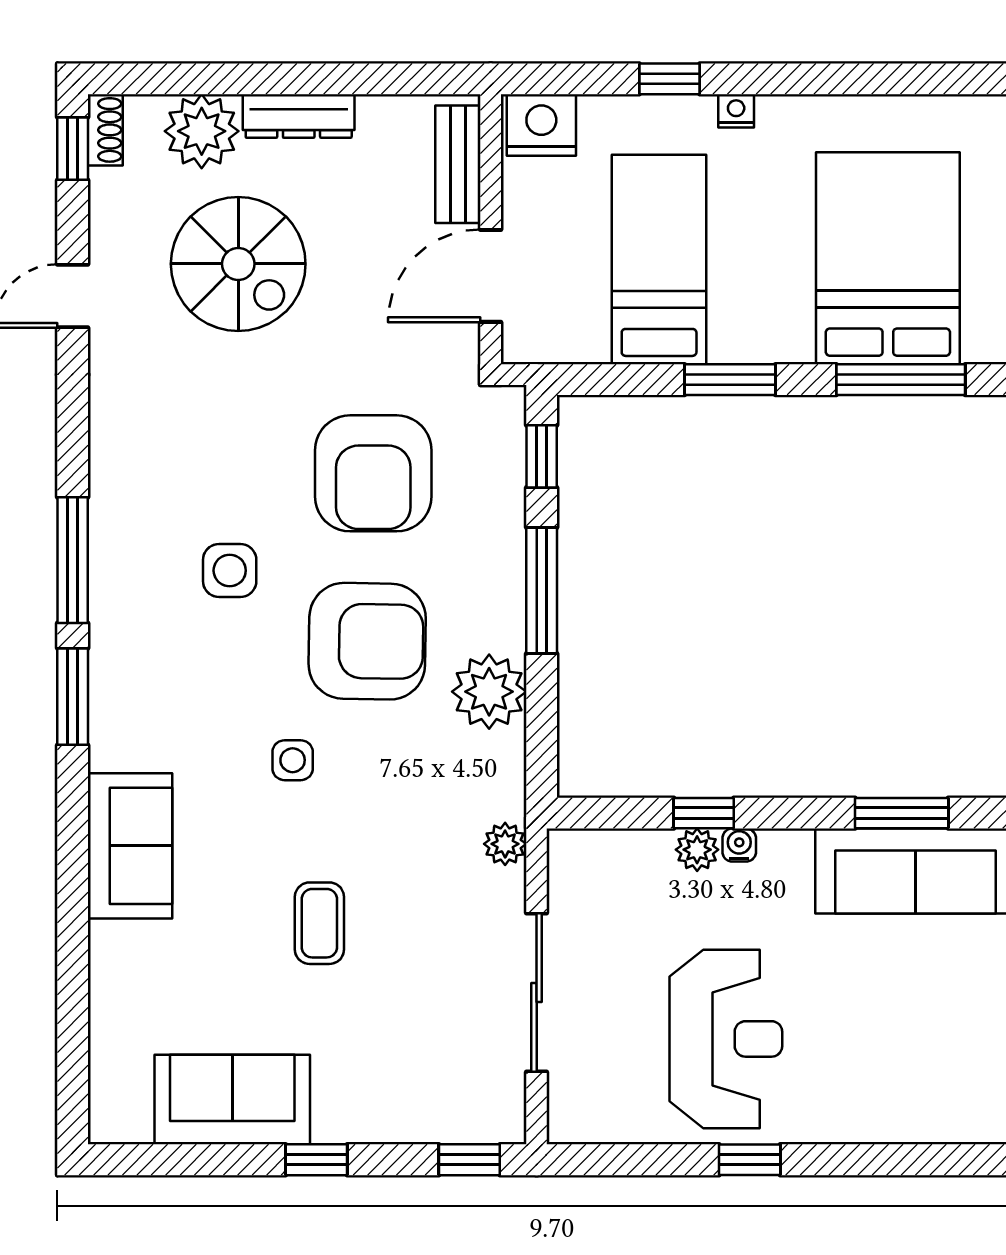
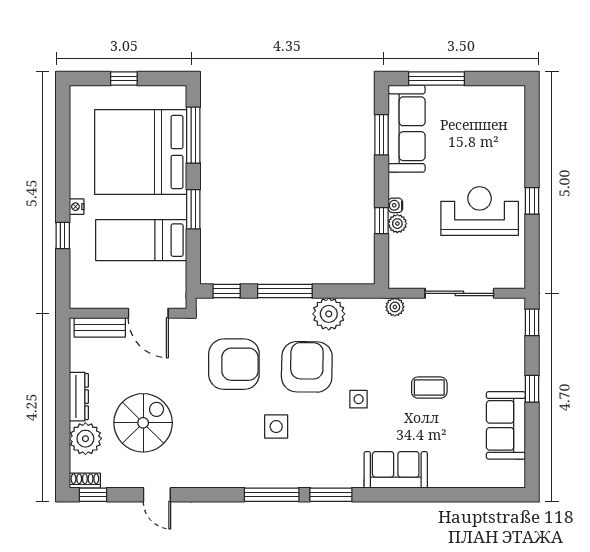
nightstand: (541, 125) -> (83, 291), removed
bed: (888, 258) -> (141, 152), width x1.36

